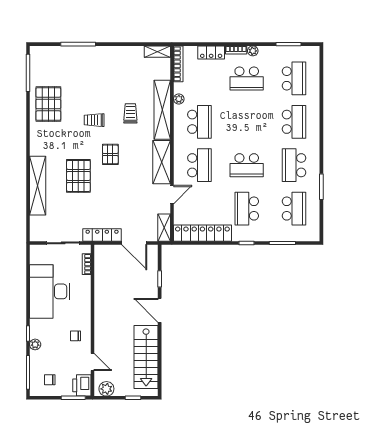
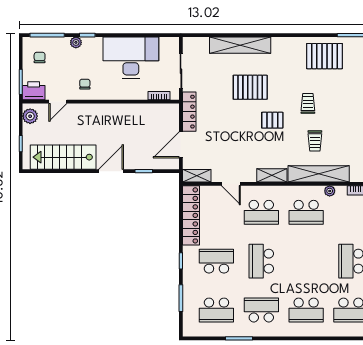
trolley: (130, 113) -> (315, 141), turned 90
shelving: (162, 162) -> (272, 175), width x0.67, depth x0.75

